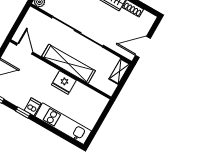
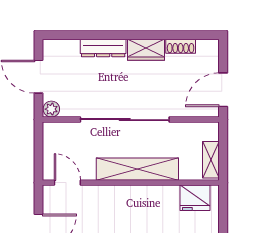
shelving: (120, 71) -> (211, 160), moved
fridge: (64, 83) -> (195, 198), moved

